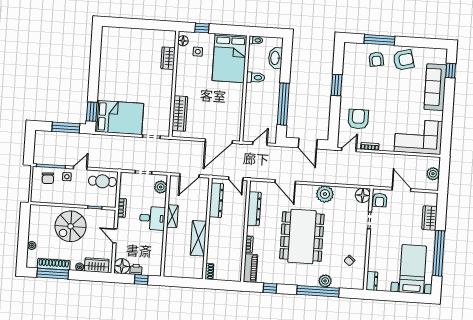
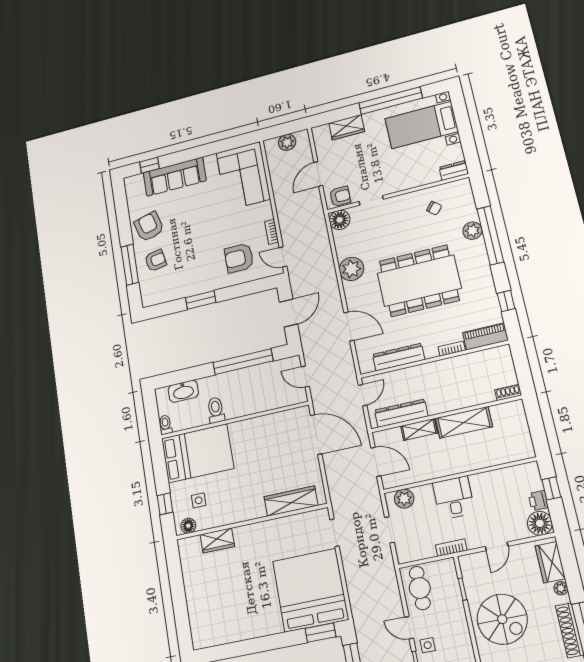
bed: (119, 118) -> (310, 590), width x1.36
door: (285, 182) -> (349, 327), hinge flipped
shelving: (172, 216) -> (419, 429), moved

